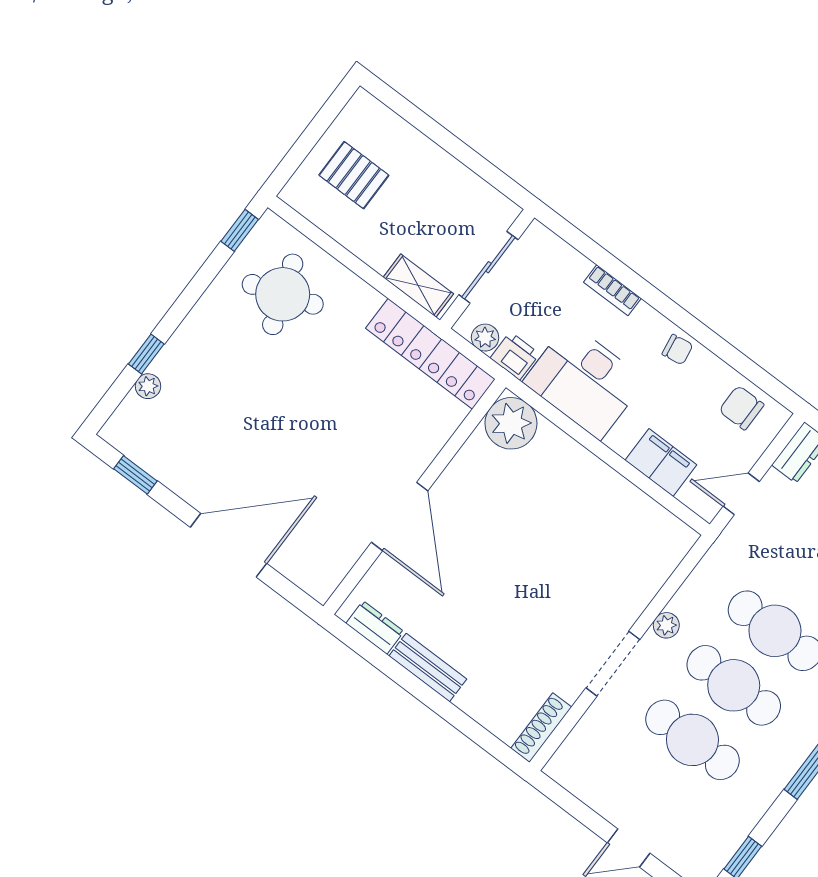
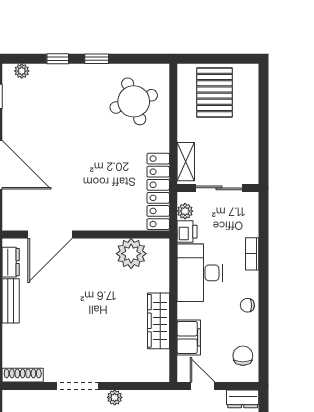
pallet: (354, 175) -> (215, 93), width x1.50, depth x1.42
window: (240, 230) -> (97, 59), moved
chair: (677, 350) -> (247, 305), turned 99
plant: (148, 386) -> (22, 71), moved
plant: (511, 423) -> (131, 254), moved
wardrobe: (607, 487) -> (158, 321), added
door: (400, 517) -> (50, 235), moved

